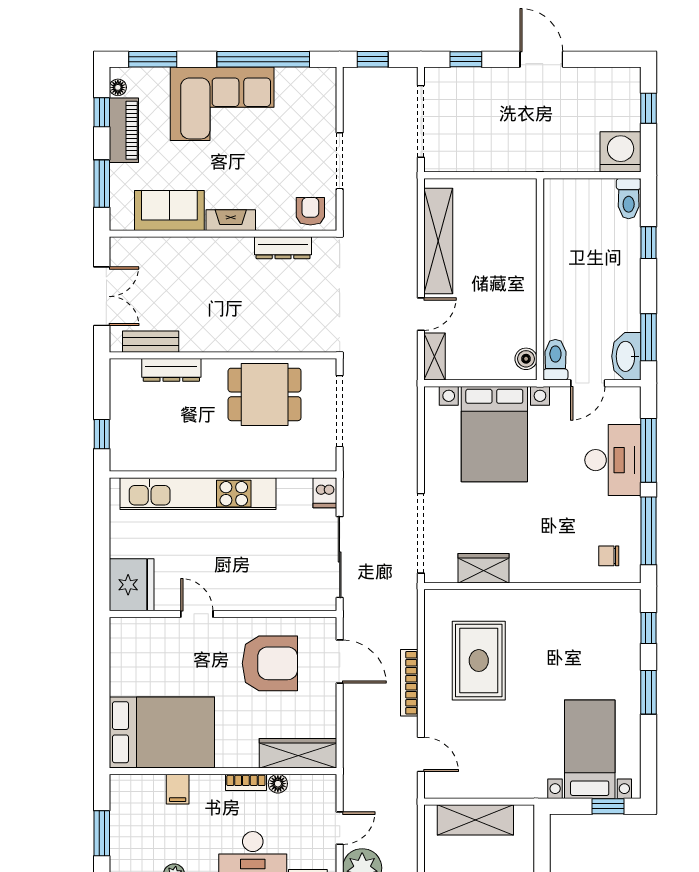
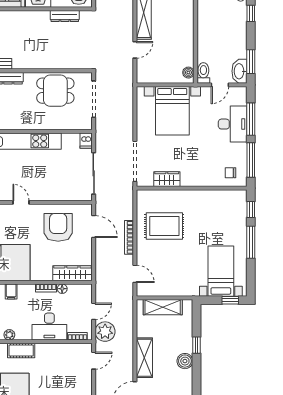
shelving: (434, 357) -> (142, 71), removed
rug: (479, 661) -> (164, 226), turned 90
armchair: (270, 663) -> (58, 227), turned -90
window: (649, 692) -> (251, 242), width x1.44

